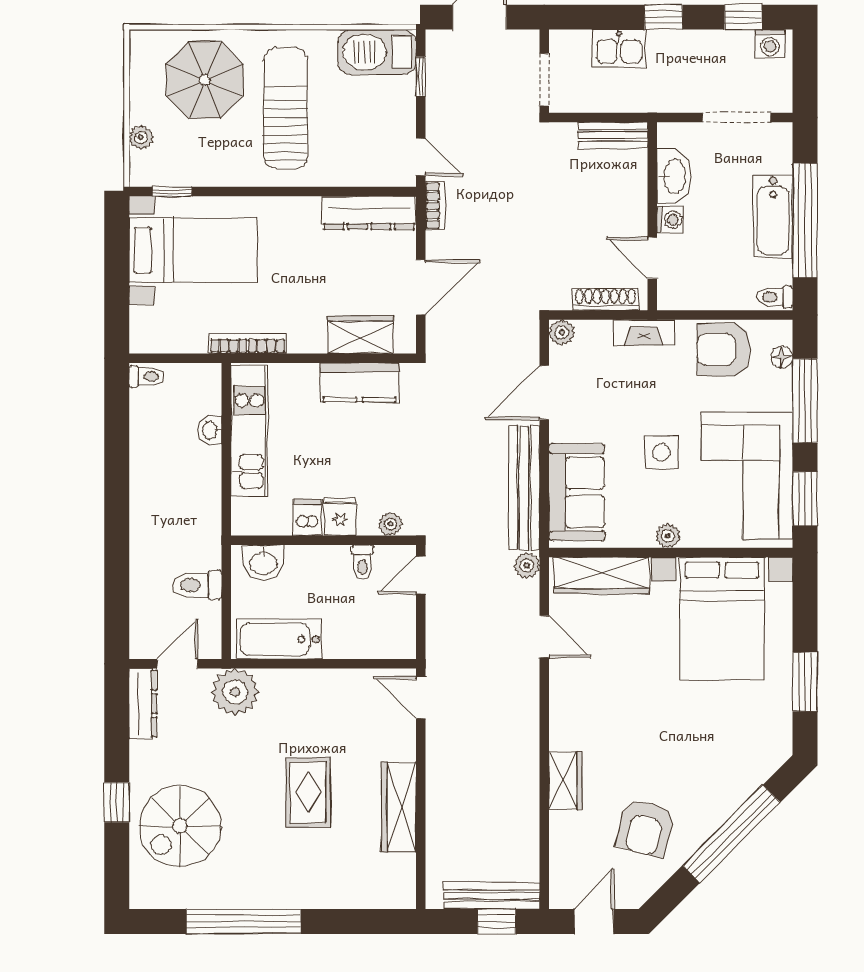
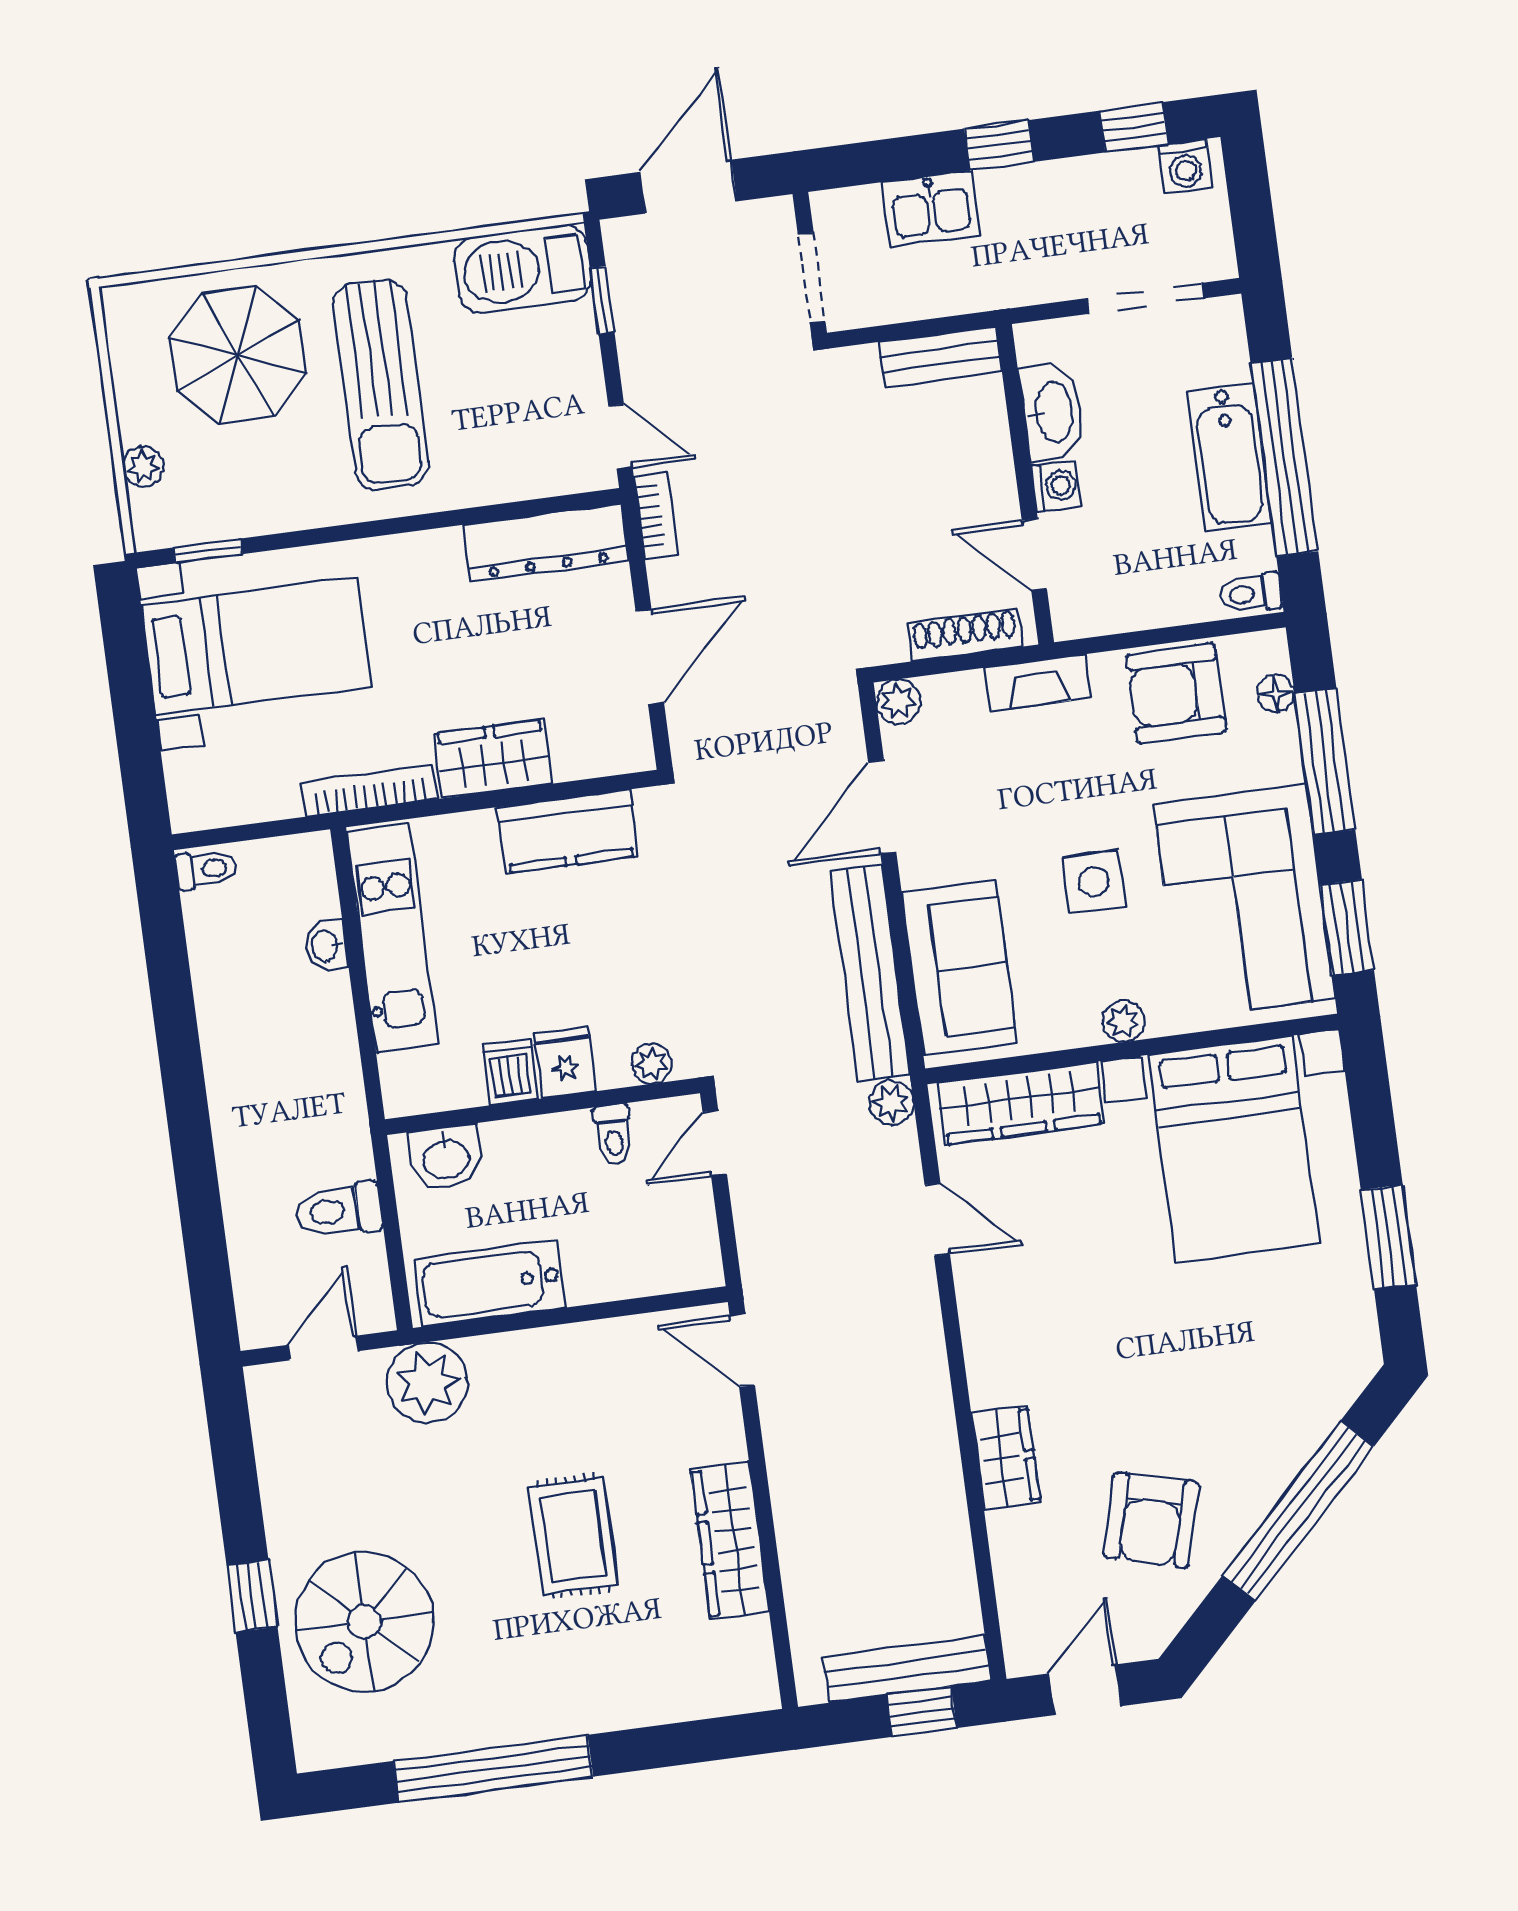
sun lounger: (286, 108) -> (381, 385), turned 180
wardrobe: (361, 335) -> (493, 759), moved
dresser: (143, 704) -> (274, 1423), removed

